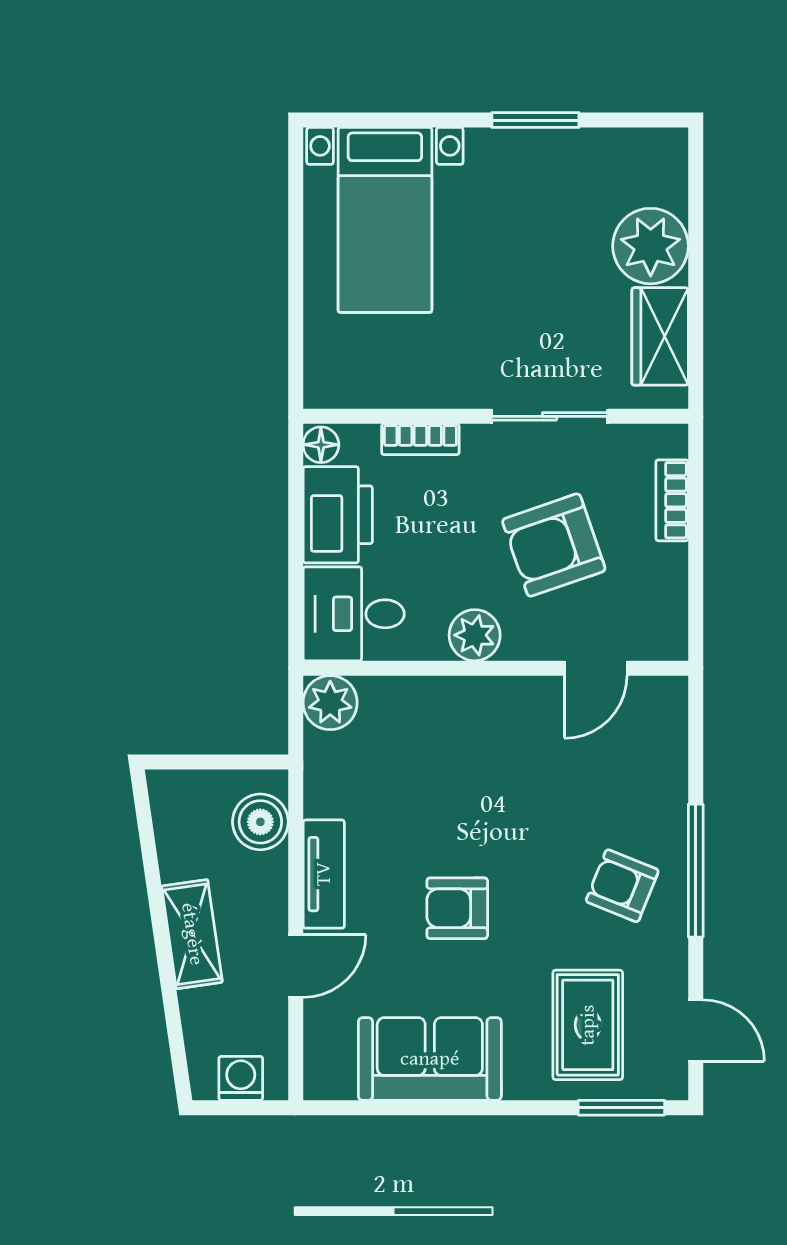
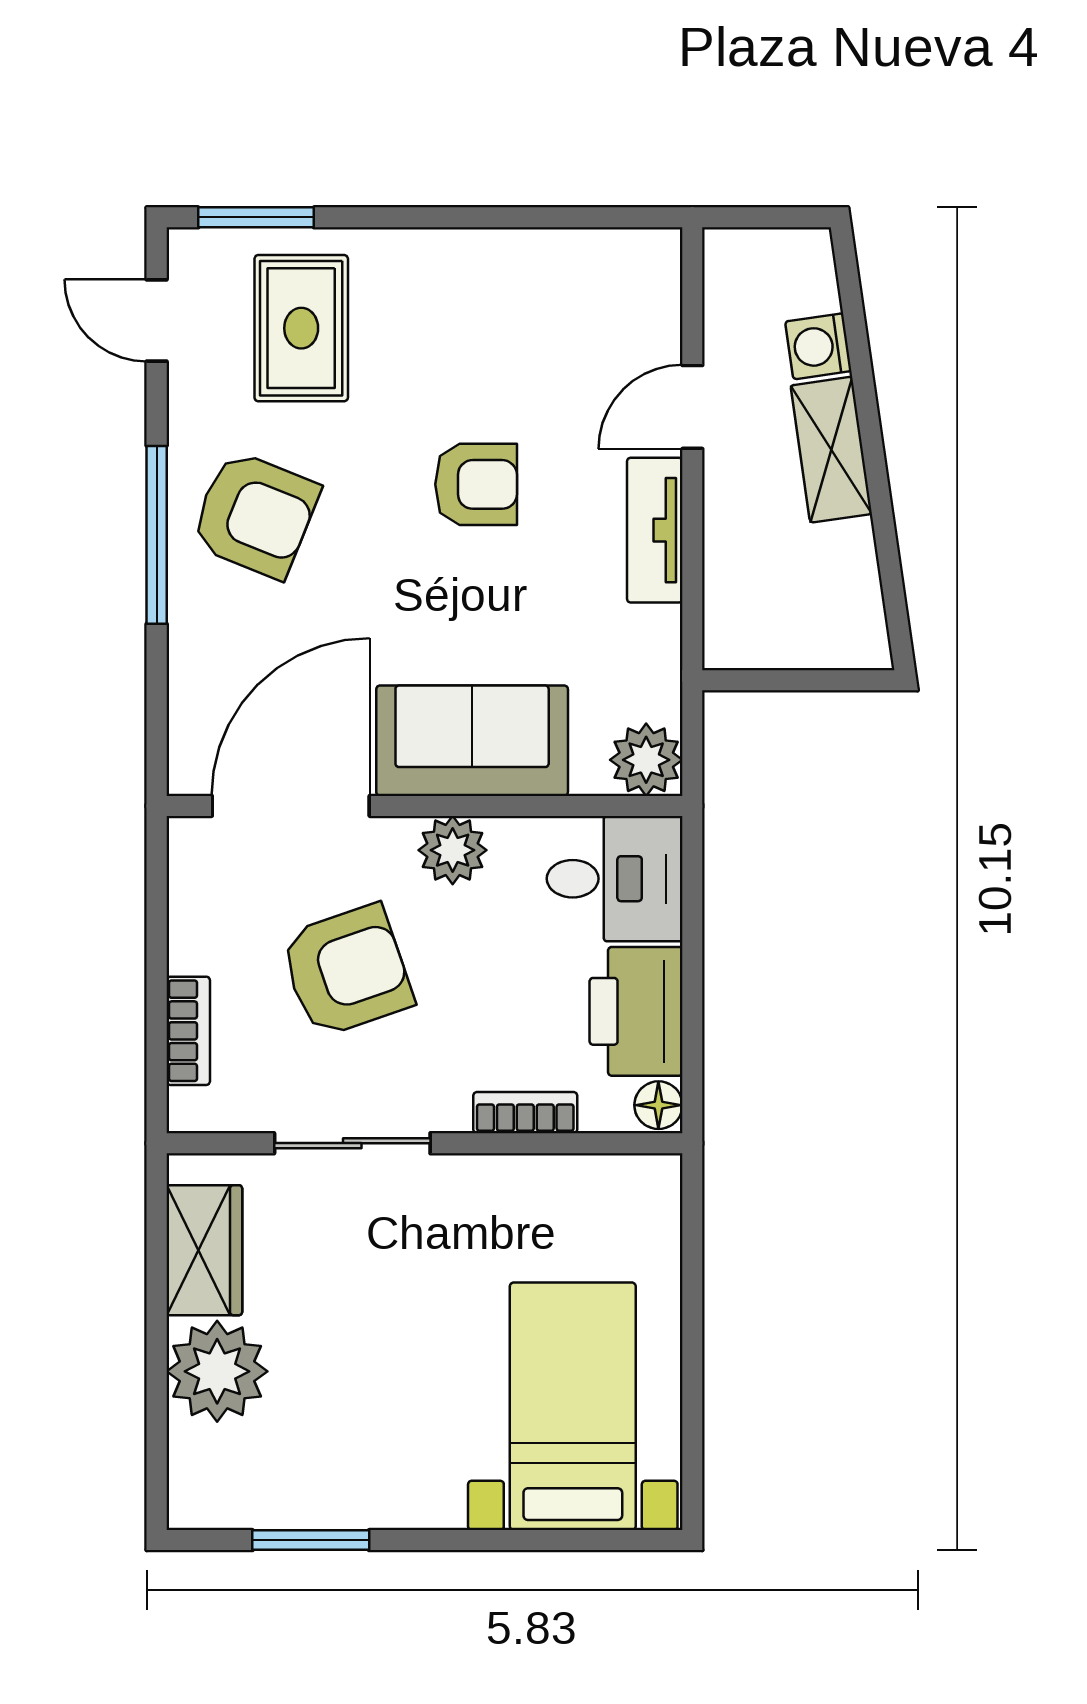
window: (535, 120) -> (311, 1540), moved
door: (596, 668) -> (291, 806), width x1.87
boiler: (260, 822) -> (740, 600), removed
armchair: (622, 886) -> (255, 515), width x1.38, depth x1.38
sofa: (430, 1059) -> (472, 741), moved, turned 180
washing machine: (241, 1078) -> (818, 346), moved, turned 82

